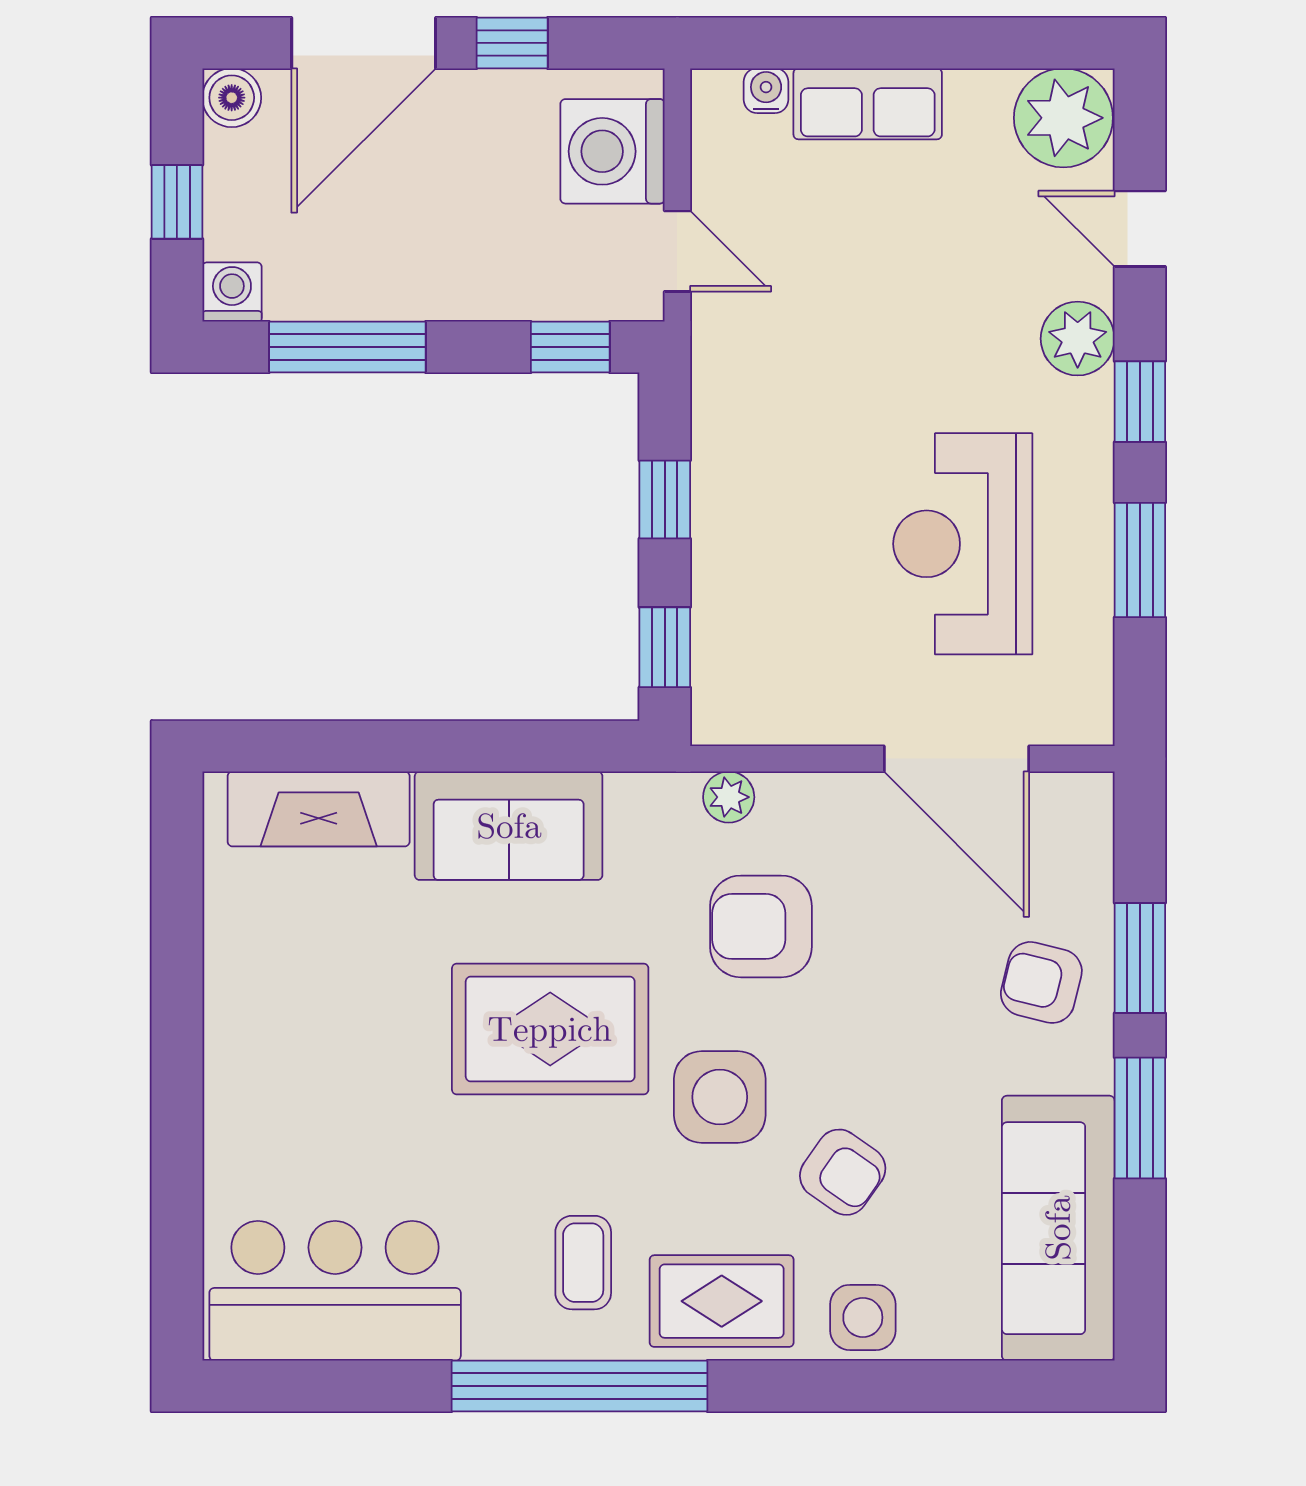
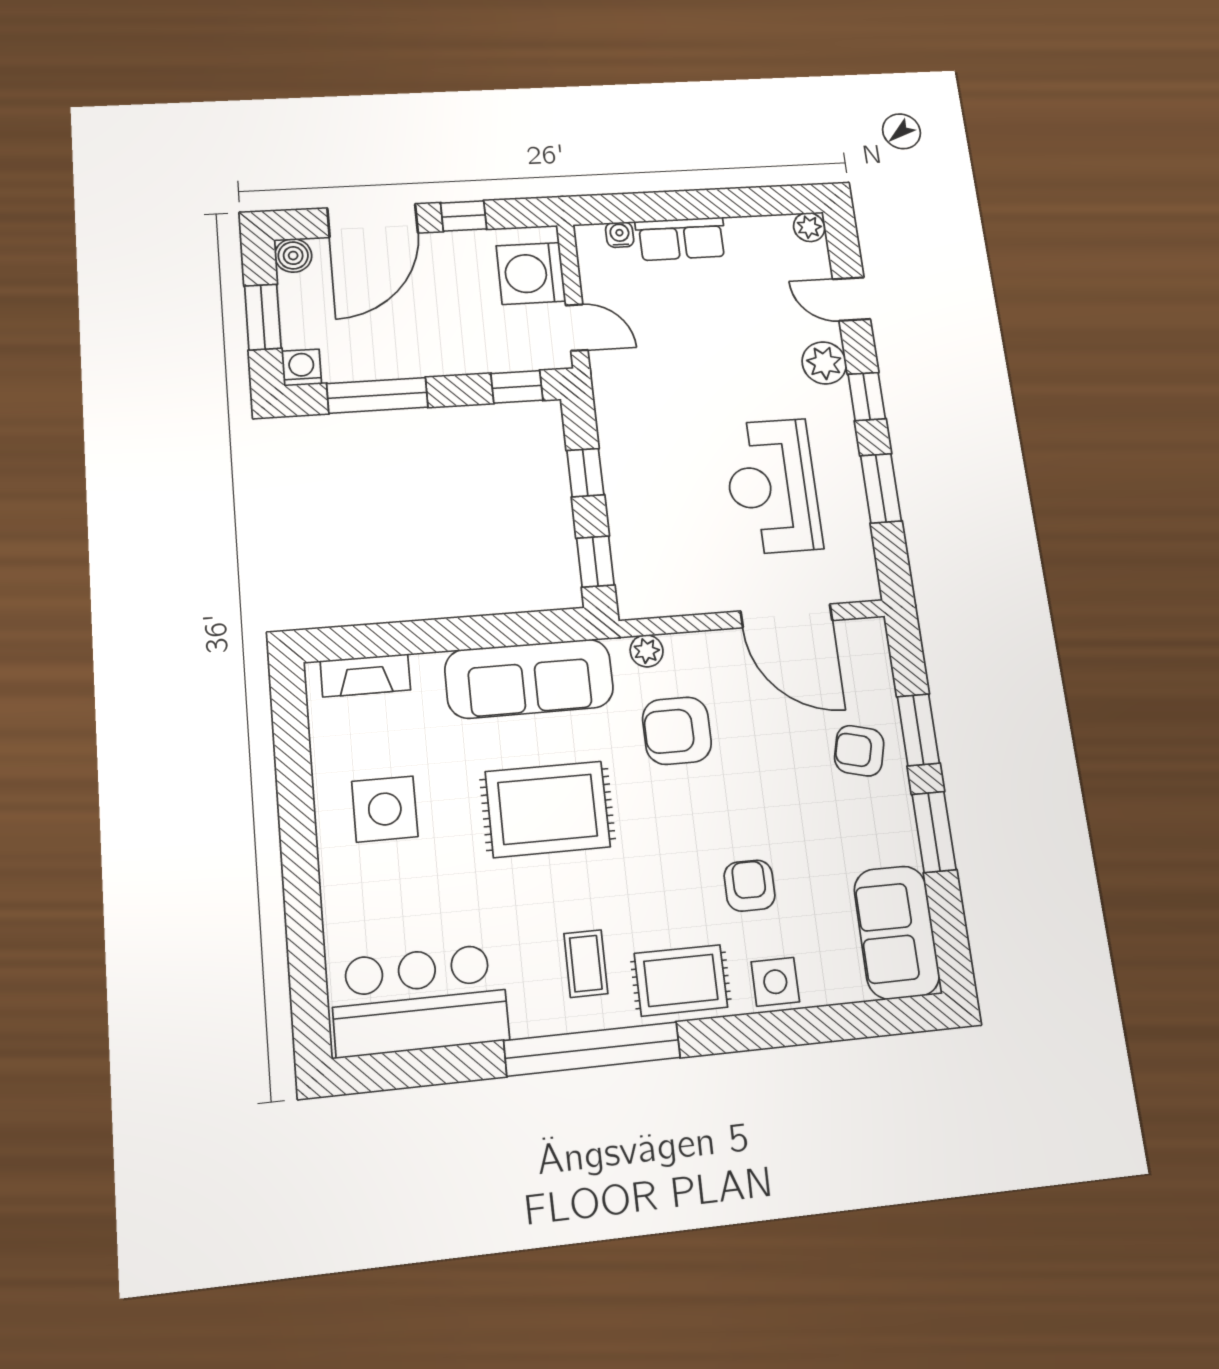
plant: (1063, 118) -> (809, 227), width x0.53, depth x0.53
window: (177, 202) -> (263, 317), width x1.50
fireplace: (319, 809) -> (365, 675), width x0.73, depth x0.76
sofa: (509, 826) -> (529, 679), width x1.36
side table: (720, 1097) -> (385, 809), moved
armchair: (843, 1172) -> (750, 886), turned -125
sofa: (1058, 1228) -> (897, 932), width x0.73

